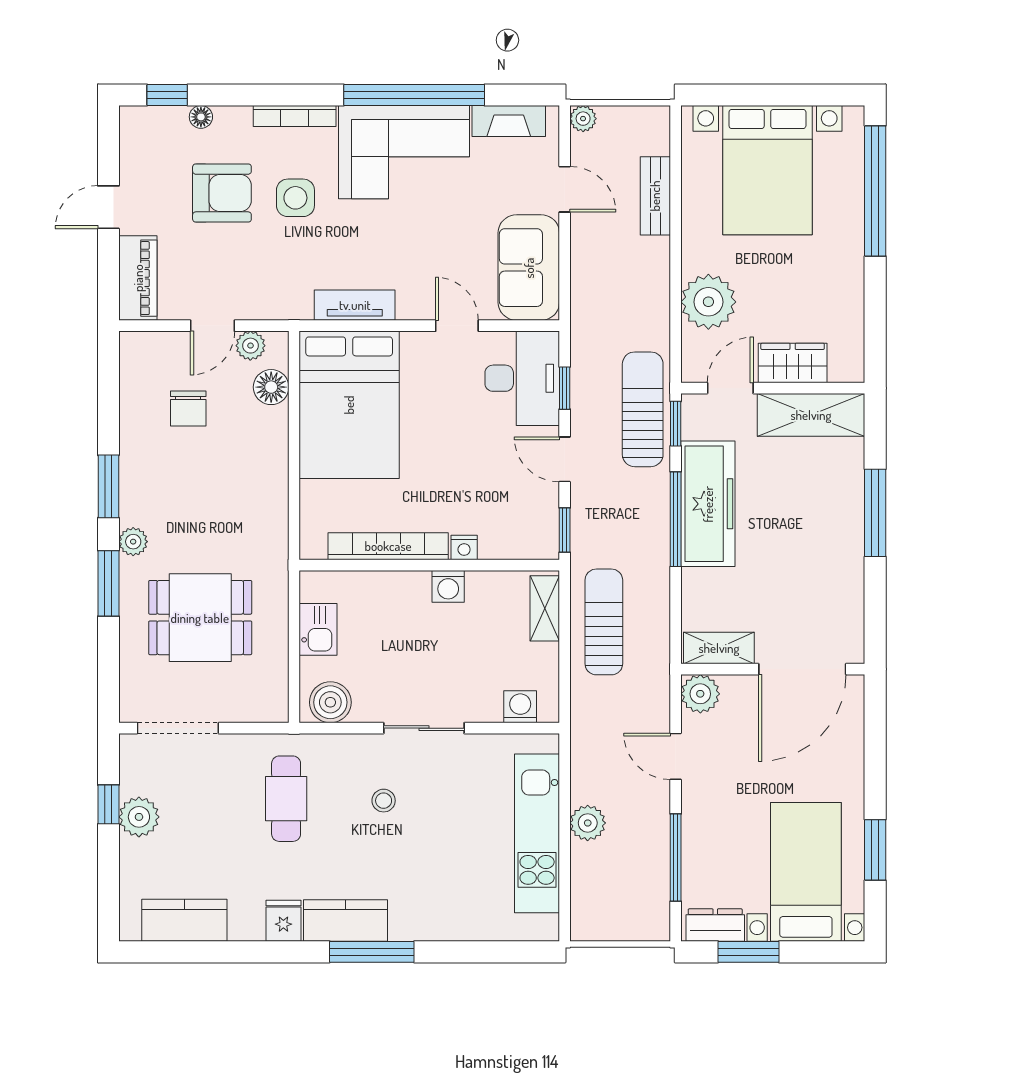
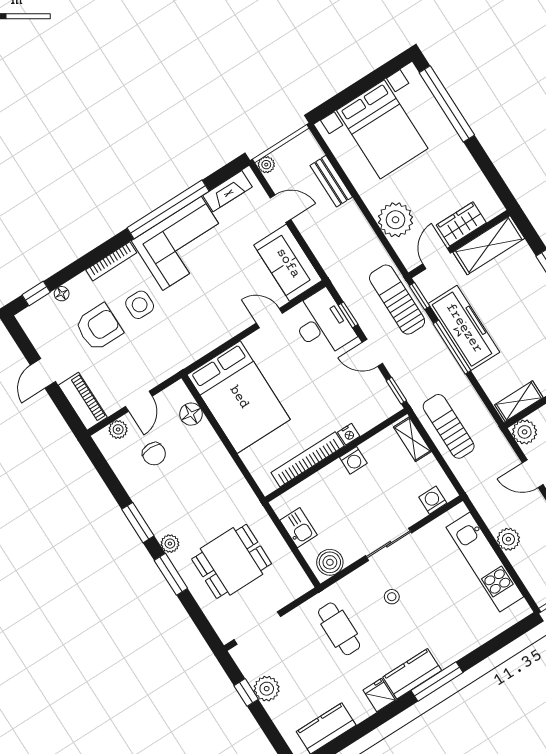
tv unit: (355, 305) -> (208, 342), removed
plant: (250, 346) -> (118, 429), moved

